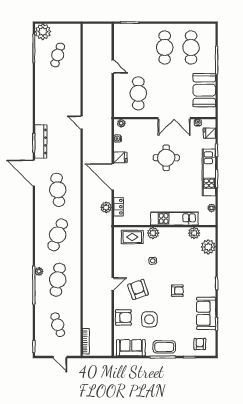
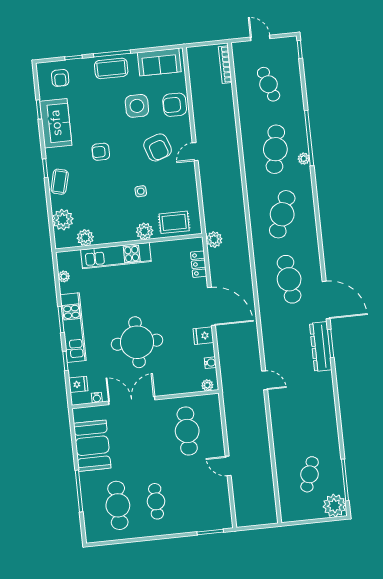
cafe table: (165, 47) -> (156, 501), width x0.73, depth x0.74
round table: (166, 158) -> (137, 342), width x1.36, depth x1.36
plant: (106, 207) -> (214, 239), moved
coffee table: (208, 273) -> (60, 182), added

